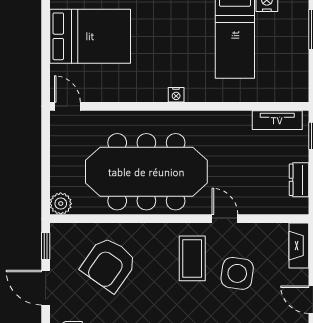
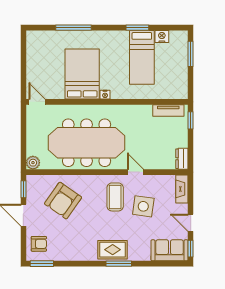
bed: (90, 36) -> (82, 74), moved, turned -90
dresser: (299, 180) -> (182, 159), moved

